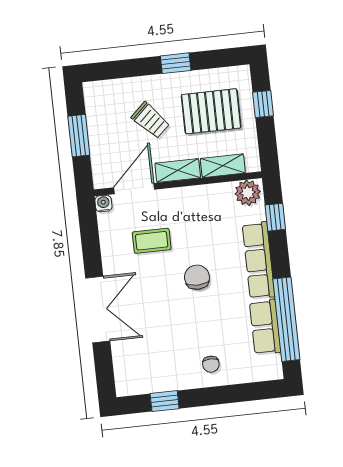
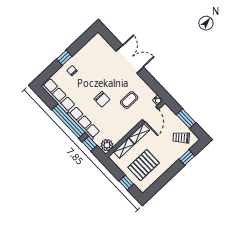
window: (176, 63) -> (187, 157), moved
trolley: (151, 120) -> (181, 138), moved
double door: (98, 310) -> (130, 59), swing flipped
window: (286, 319) -> (68, 121), moved
row of seats: (265, 327) -> (58, 96), width x1.48
window: (165, 401) -> (64, 58), moved

